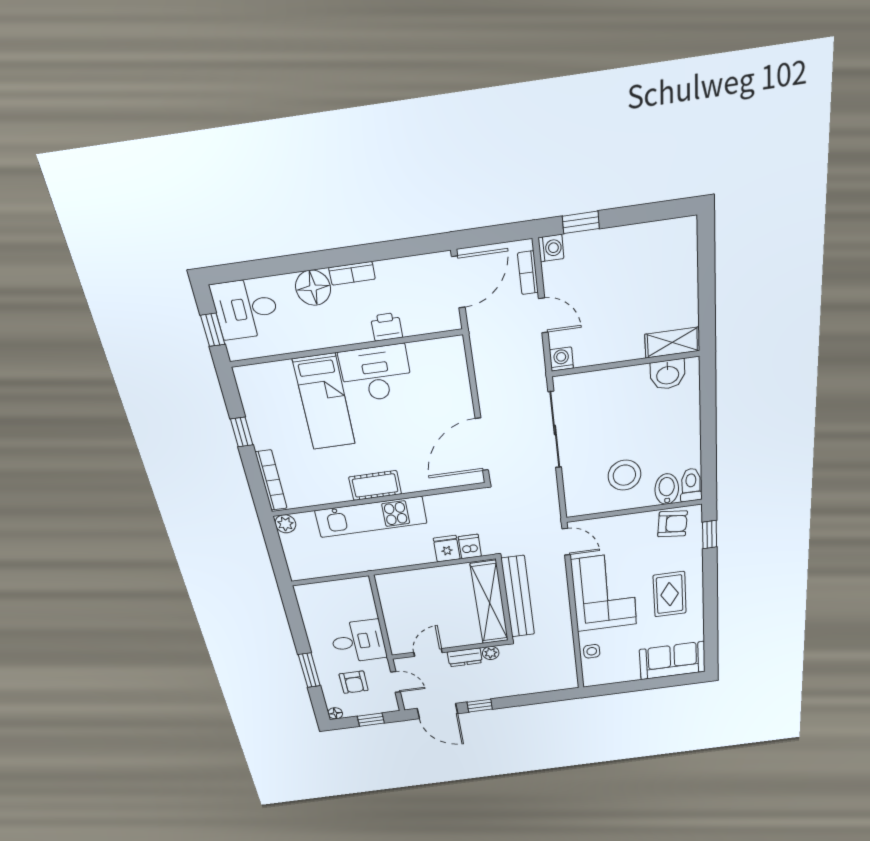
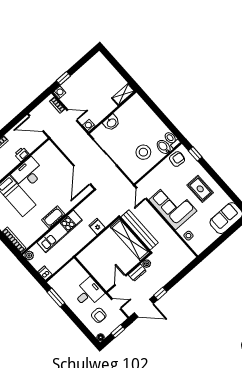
door: (458, 282) -> (36, 123), swing flipped
washbasin: (668, 374) -> (111, 123), moved
door: (566, 542) -> (141, 193), swing flipped
dishwasher: (470, 546) -> (45, 273), moved
window: (309, 670) -> (56, 297), moved

